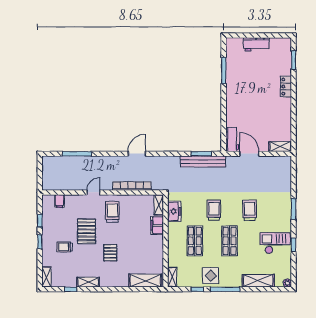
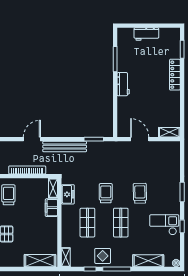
locker: (286, 87) -> (175, 75), width x1.53
workbench: (232, 139) -> (123, 84), moved
bench: (203, 162) -> (65, 147), moved

